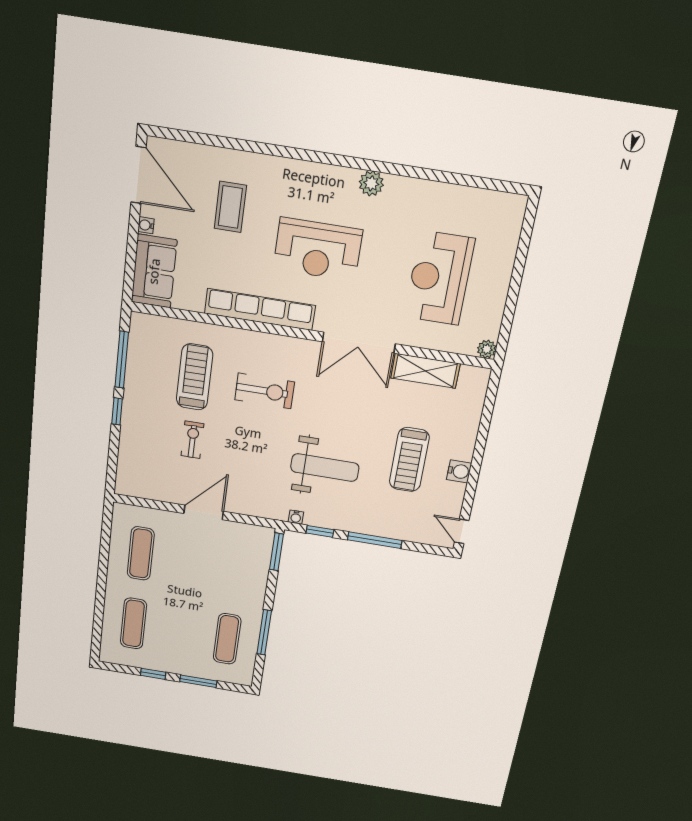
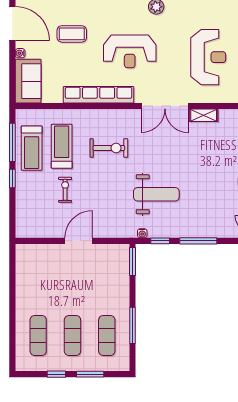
coffee table: (230, 207) -> (72, 34), turned 90
reception desk: (439, 278) -> (208, 57), turned 180
shelving: (425, 371) -> (204, 115), width x0.67, depth x0.75
treadmill: (409, 460) -> (32, 148), moved
exercise mat: (141, 553) -> (72, 335), moved

